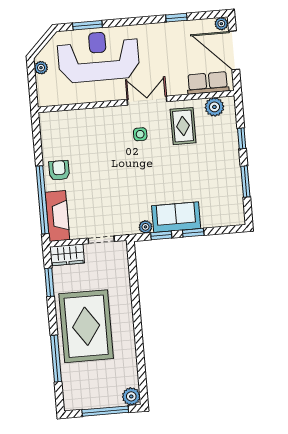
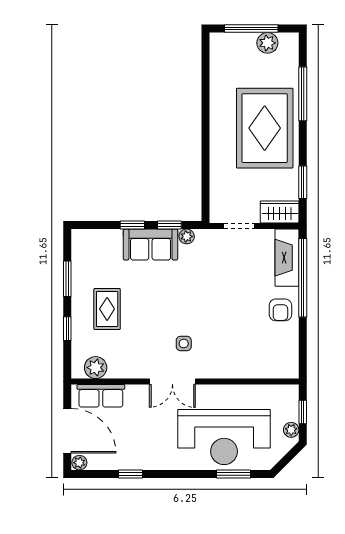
window: (32, 84) -> (303, 412), added
rug: (183, 126) -> (107, 309), moved
plant: (131, 396) -> (267, 43), moved

